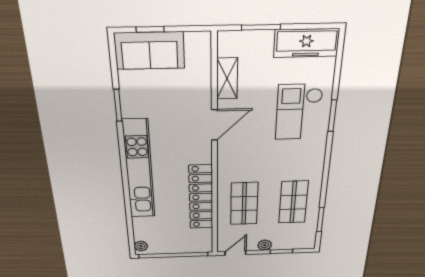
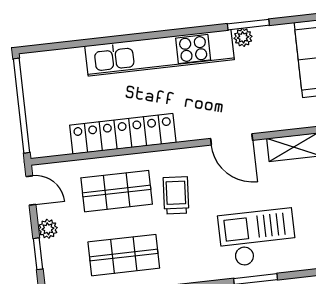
trolley: (254, 166) -> (176, 195), added
plant: (141, 246) -> (243, 37), moved

